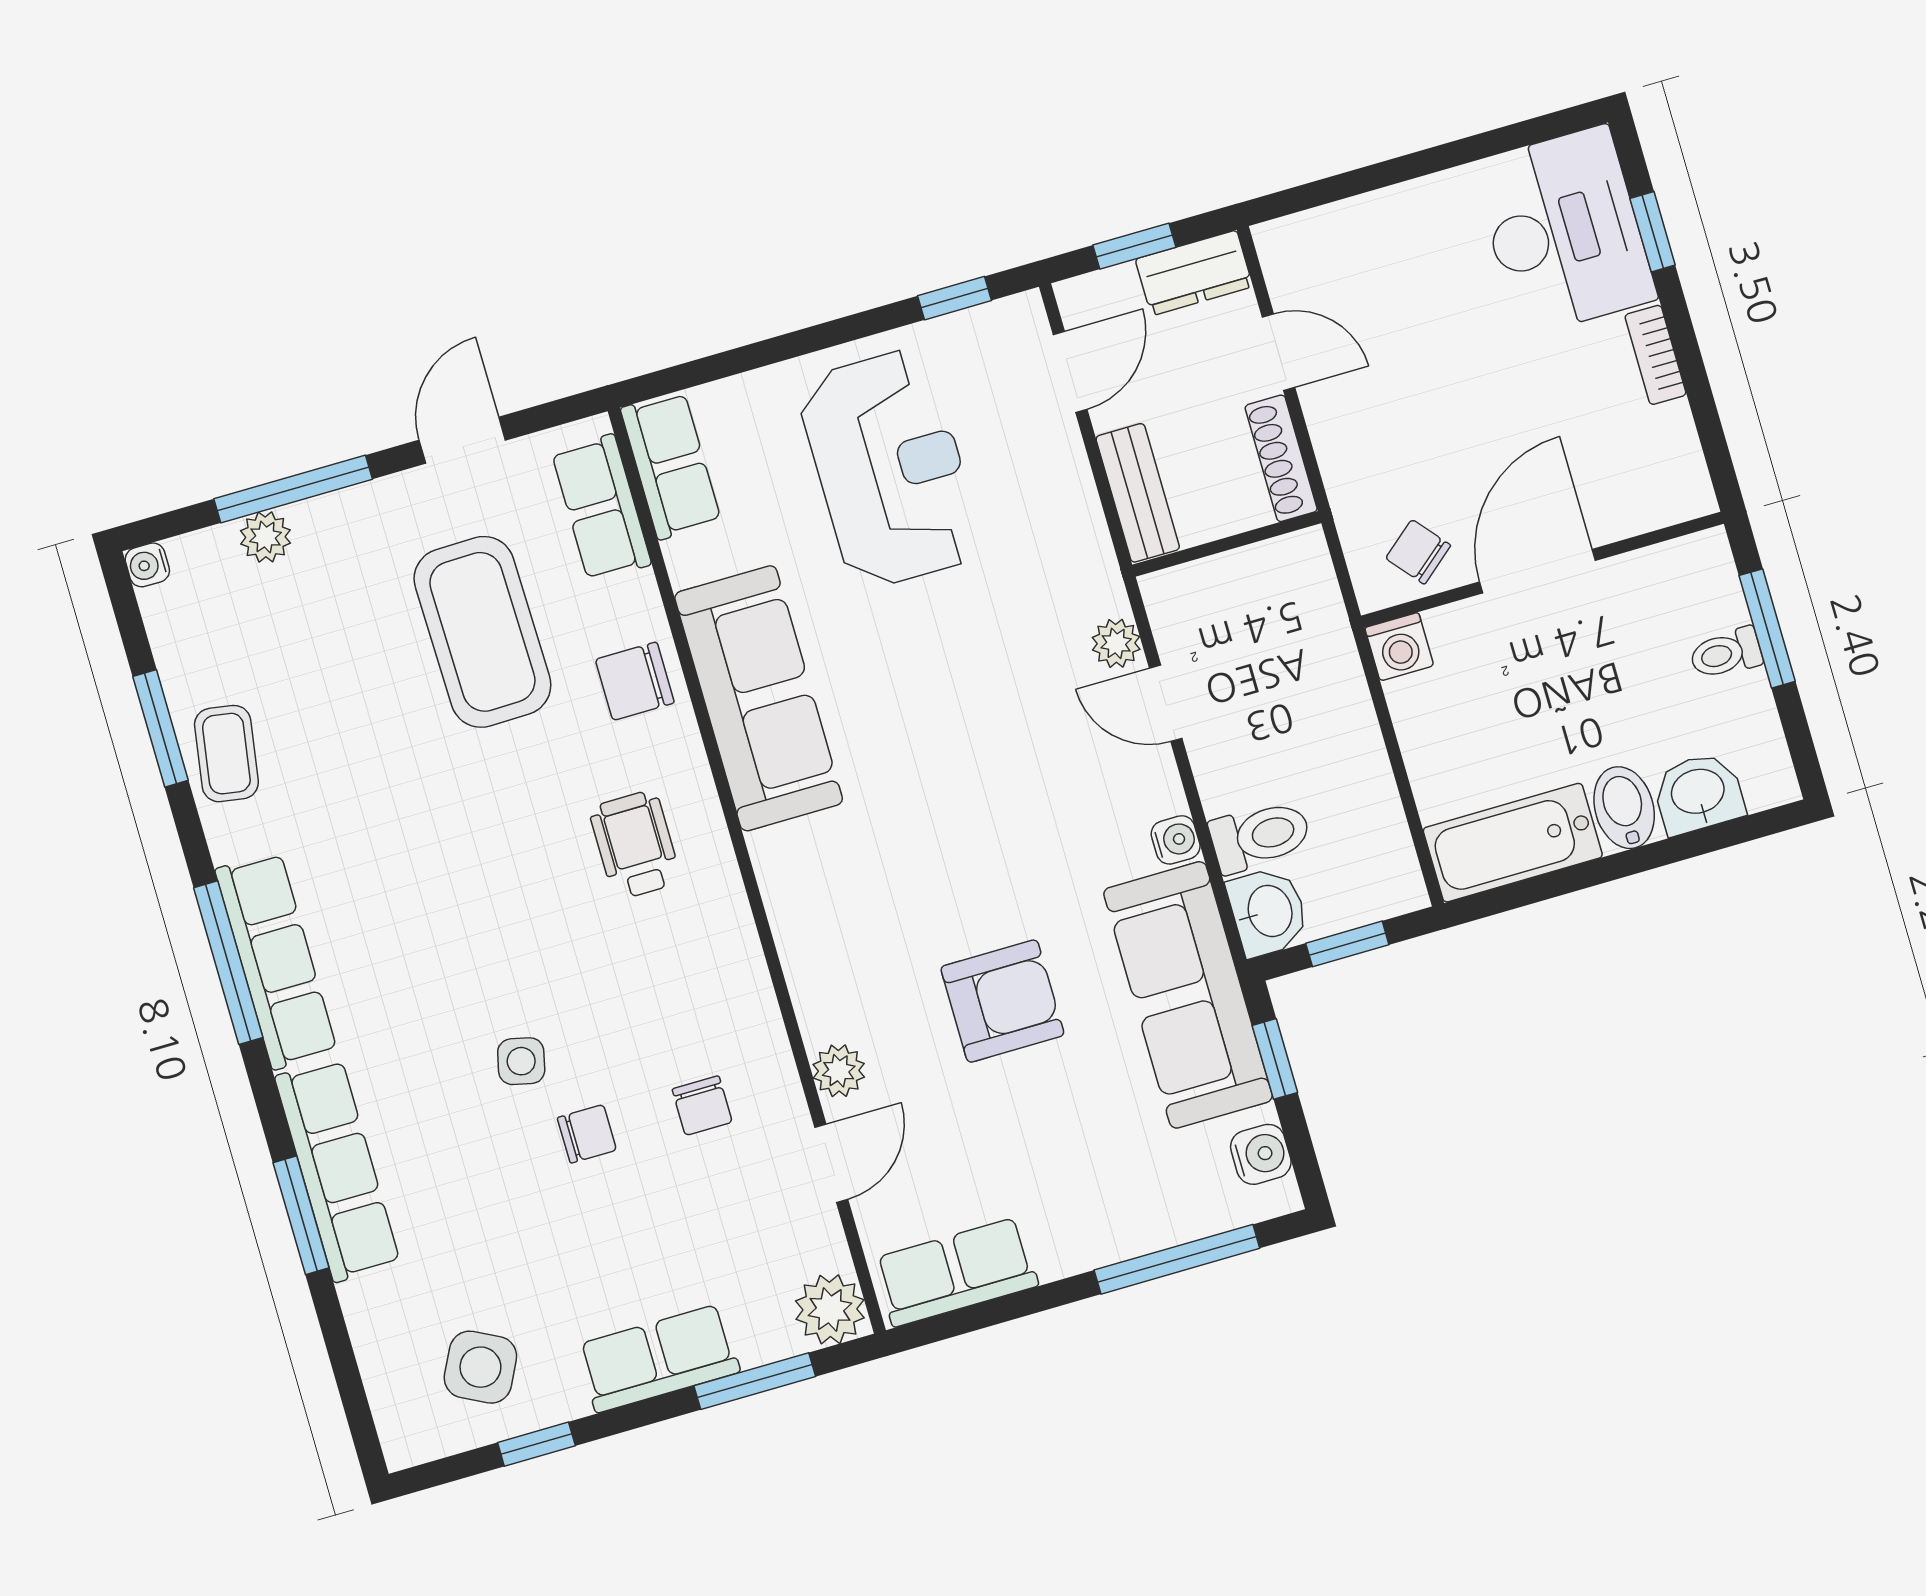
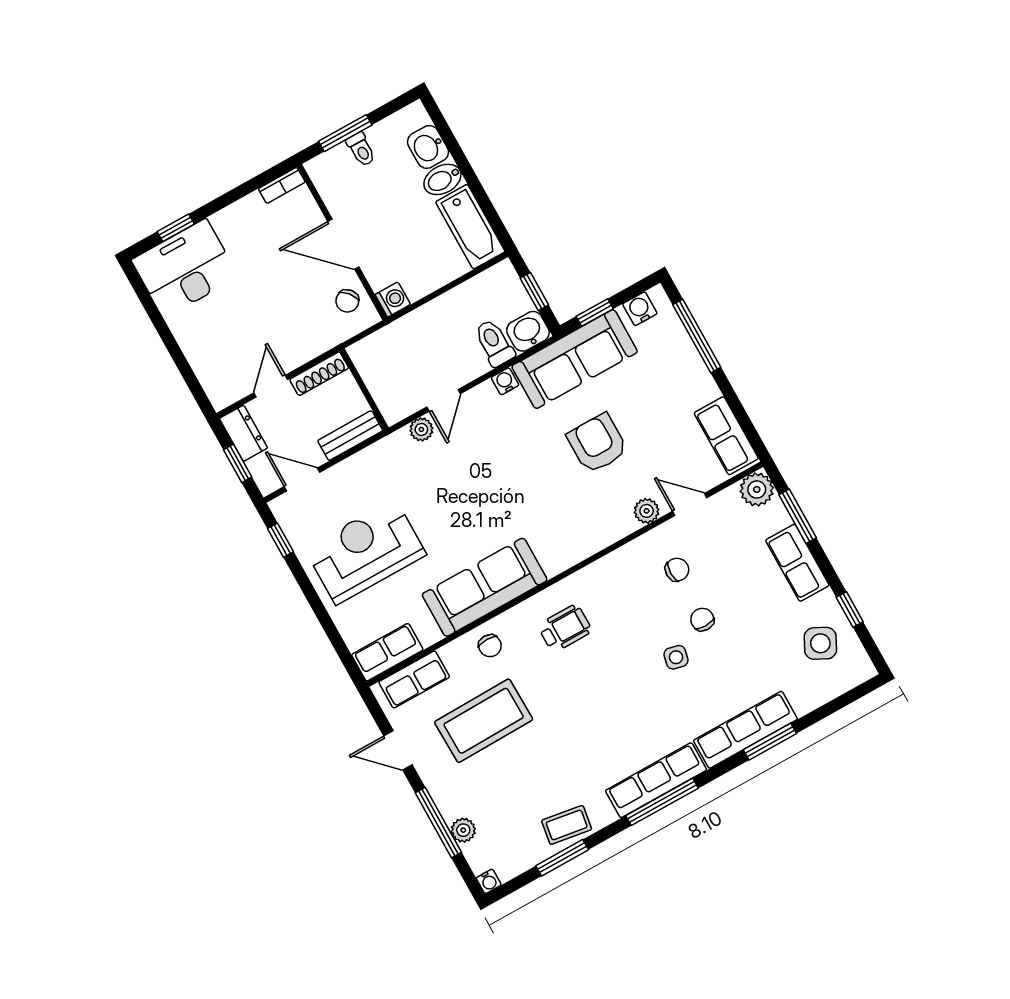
bookcase: (1656, 355) -> (282, 185), moved
chair: (635, 681) -> (490, 646), width x0.73, depth x0.73
wheelchair: (635, 845) -> (565, 628), turned 180

